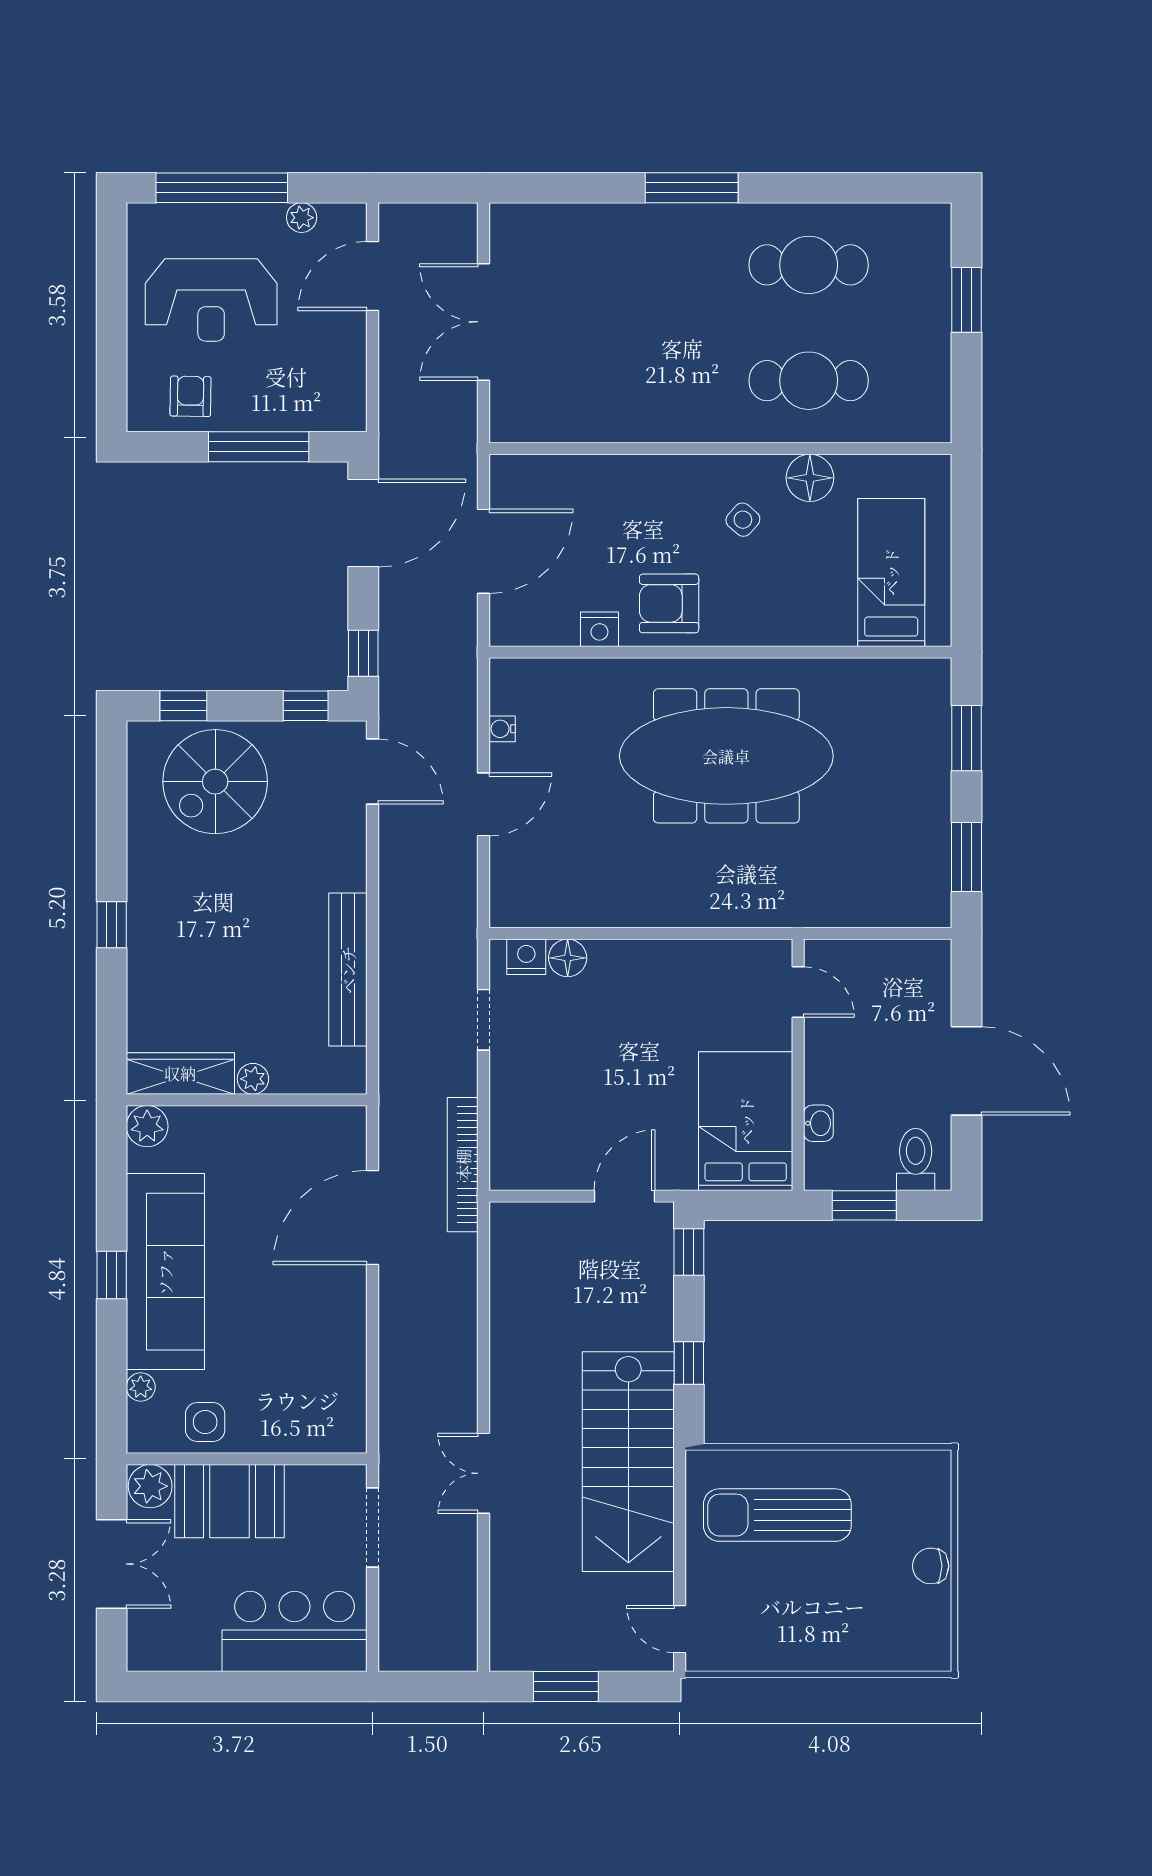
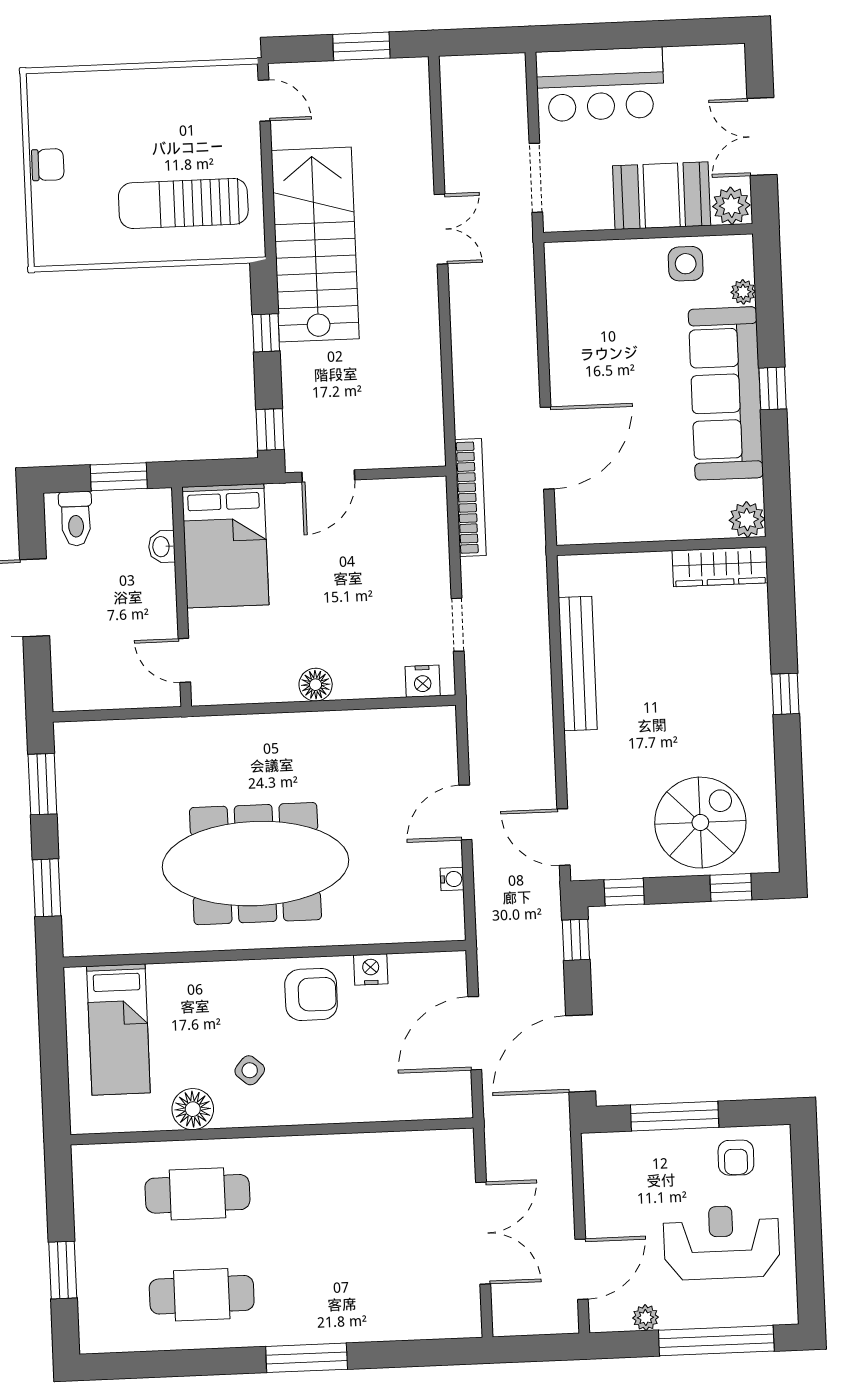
floor lamp: (568, 958) -> (316, 685), moved
plant: (253, 1079) -> (657, 565), removed
sun lounger: (777, 1515) -> (183, 204), turned 180

